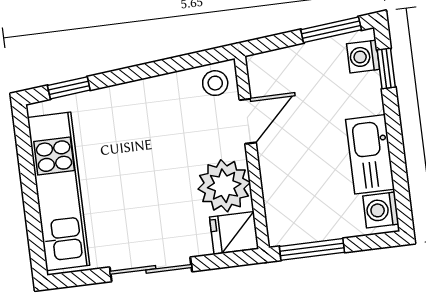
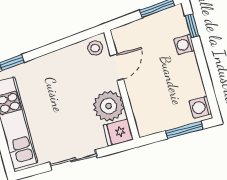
washing machine: (363, 57) -> (184, 45), moved
kitchen sink: (370, 154) -> (190, 76), removed
window: (312, 249) -> (184, 130), moved

